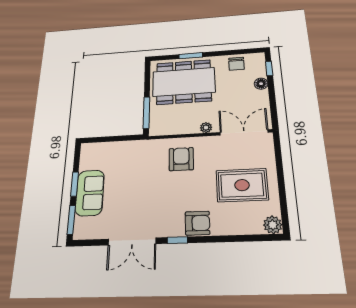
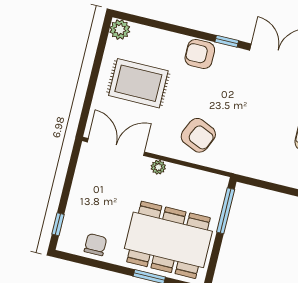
floor lamp: (261, 84) -> (75, 206), removed
double door: (244, 132) -> (116, 147), swing flipped
armchair: (181, 159) -> (198, 135), turned -66

